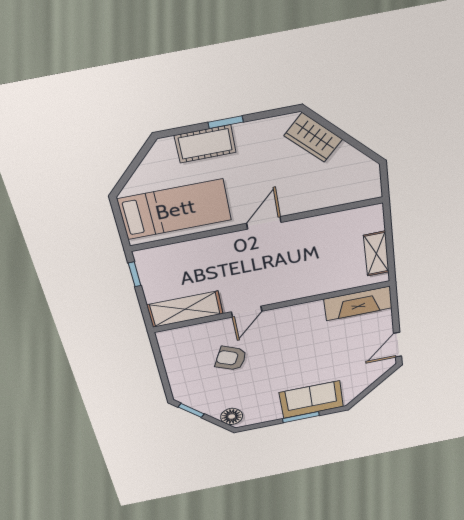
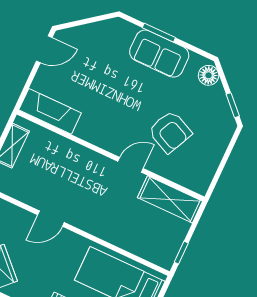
door: (264, 223) -> (51, 219), moved
armchair: (231, 358) -> (170, 132), width x1.38, depth x1.38
sofa: (311, 400) -> (159, 54), moved

